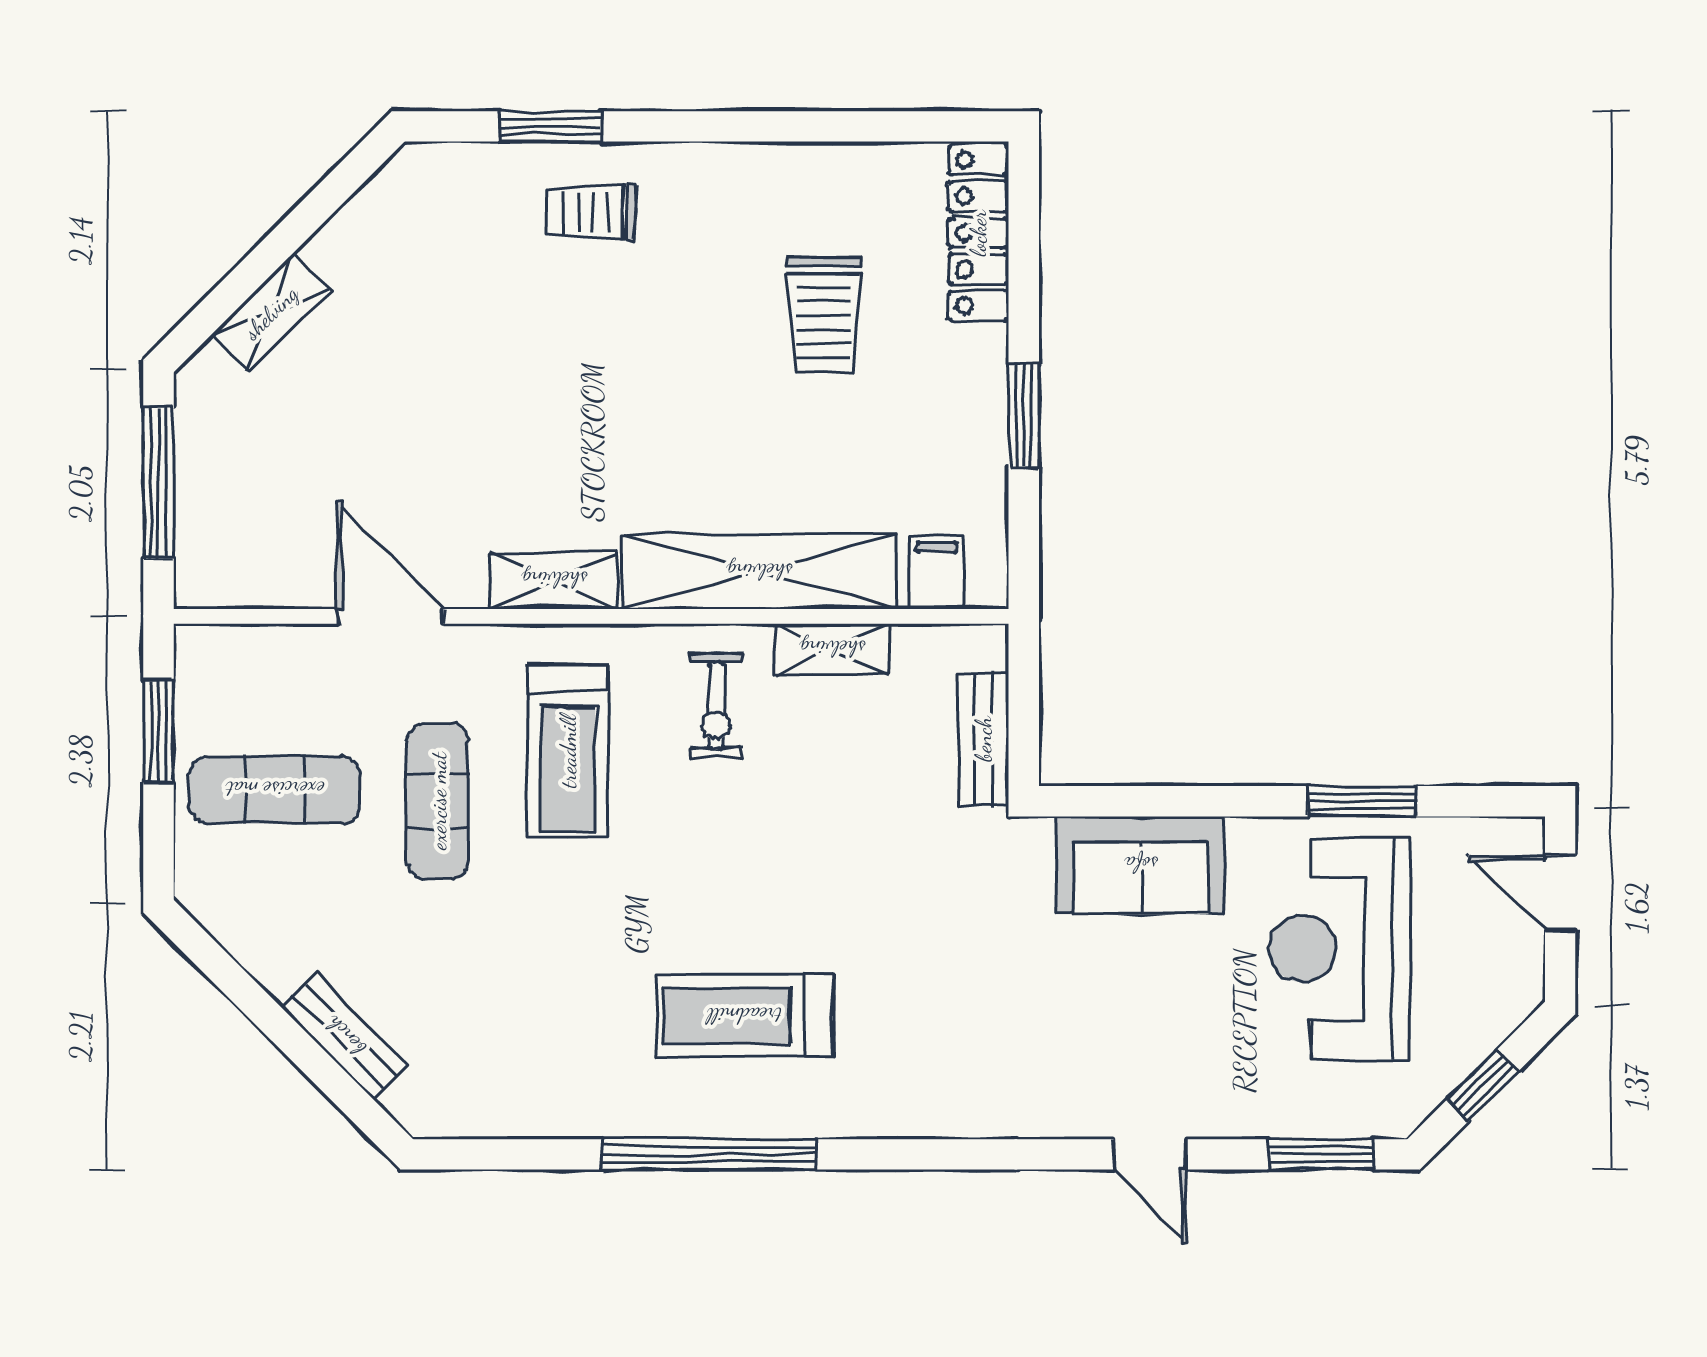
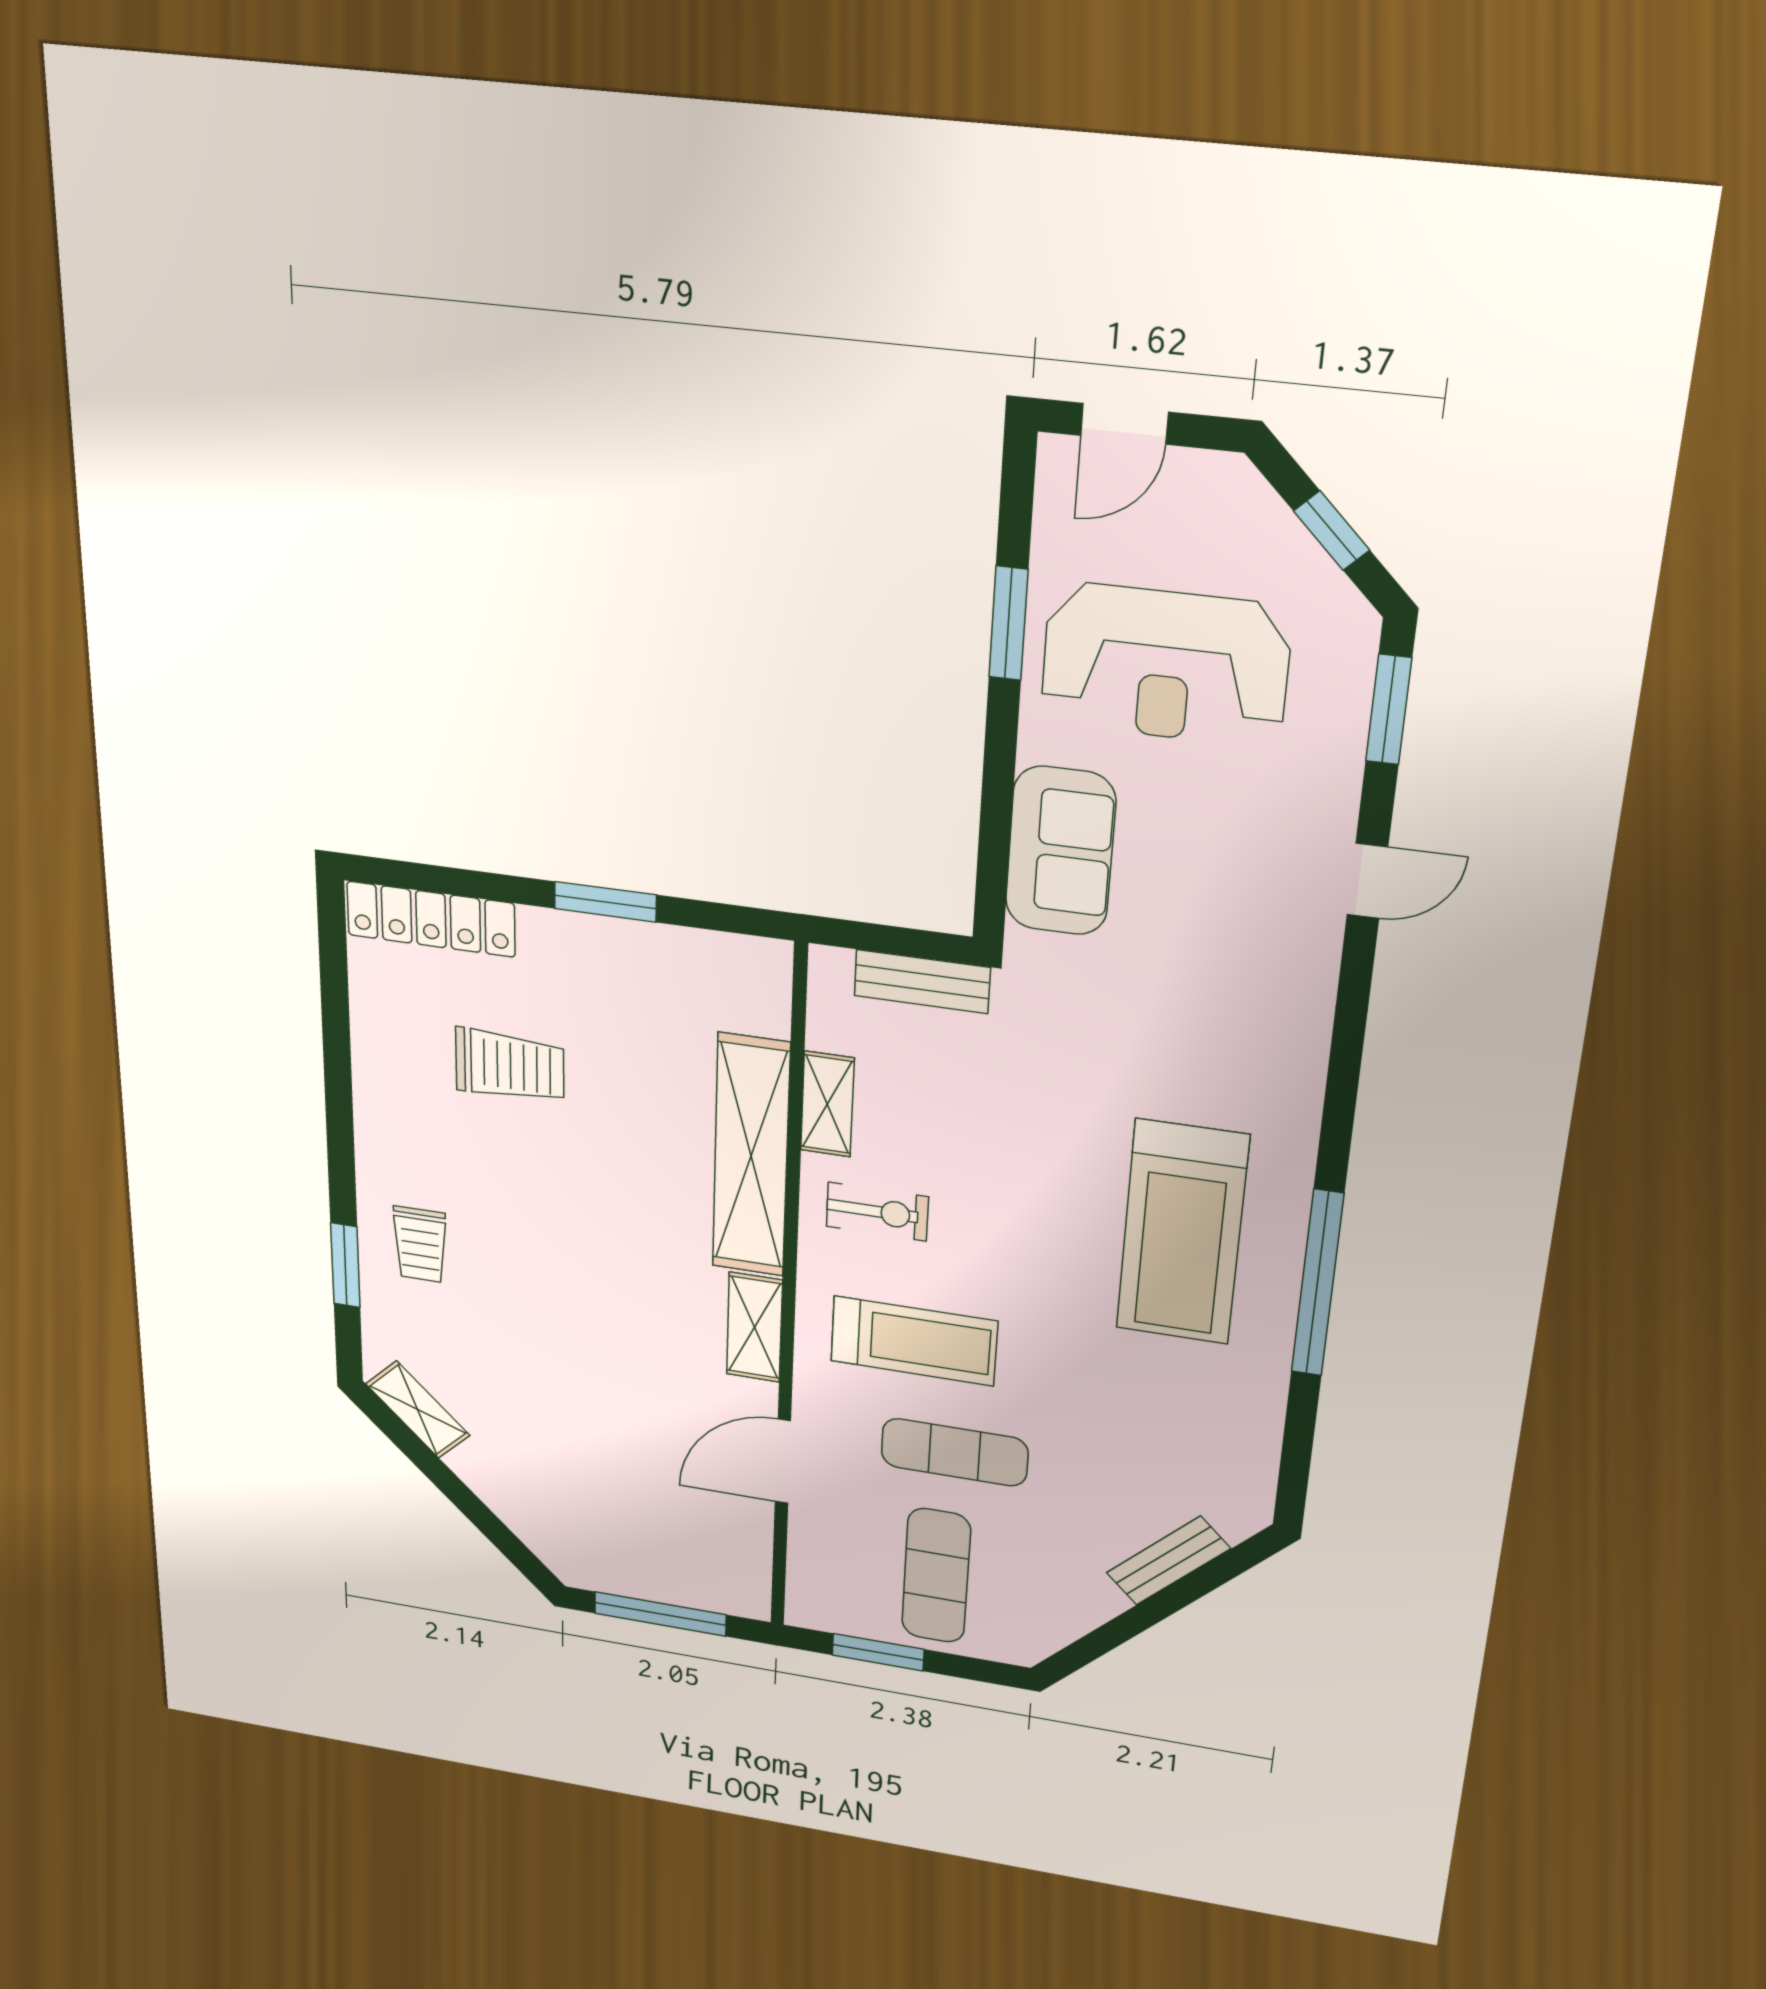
shelving: (271, 312) -> (418, 1410), moved
filing cabinet: (936, 573) -> (756, 1001), removed
treadmill: (744, 1016) -> (1182, 1233), width x1.37, depth x1.38

